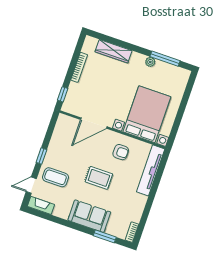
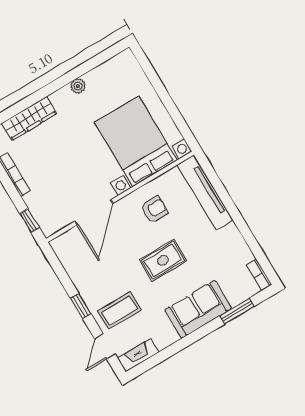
window: (165, 59) -> (89, 66), removed

